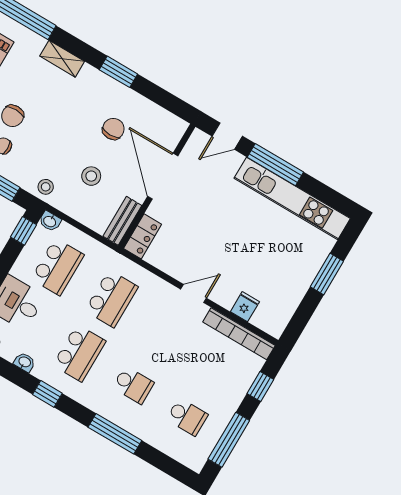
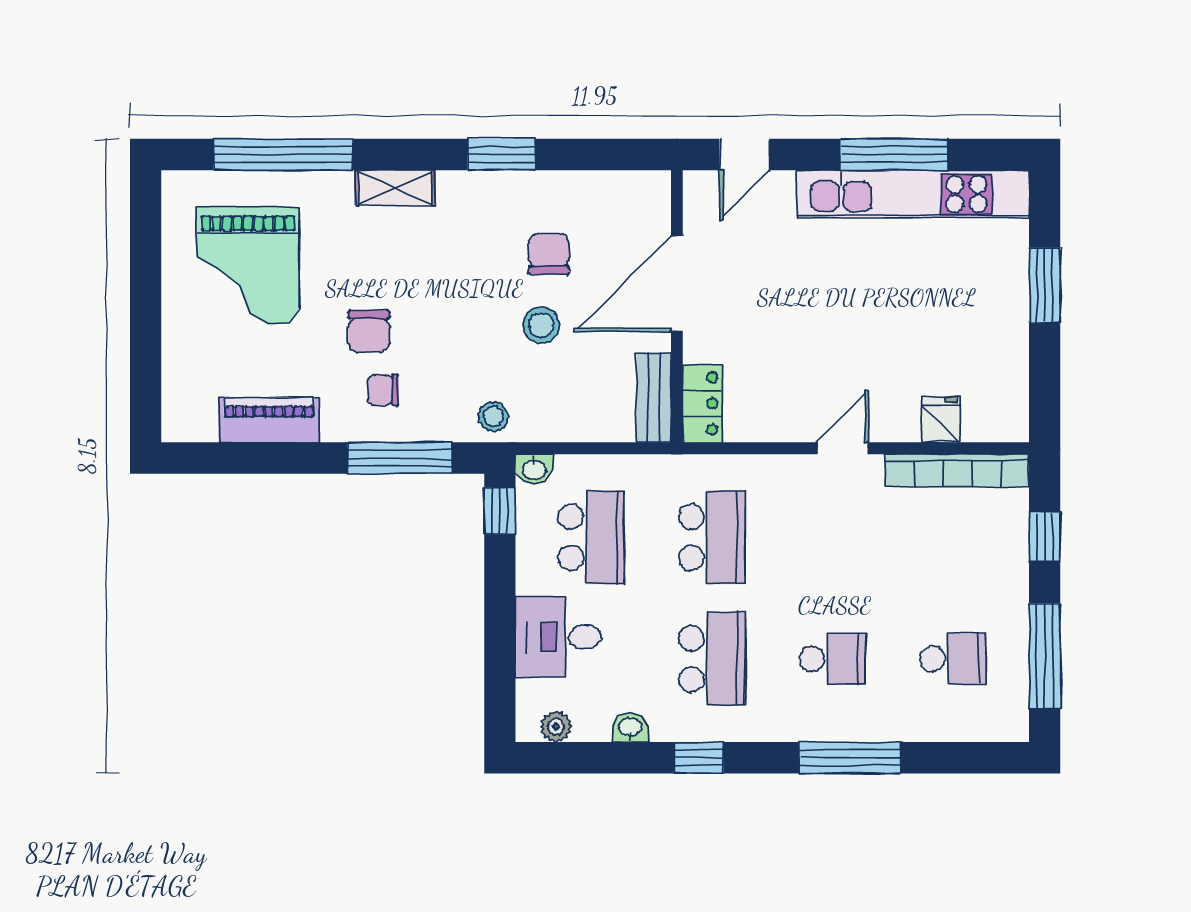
window: (275, 165) -> (894, 154), moved
stool: (91, 176) -> (541, 325), moved
door: (163, 176) -> (677, 284), hinge flipped

